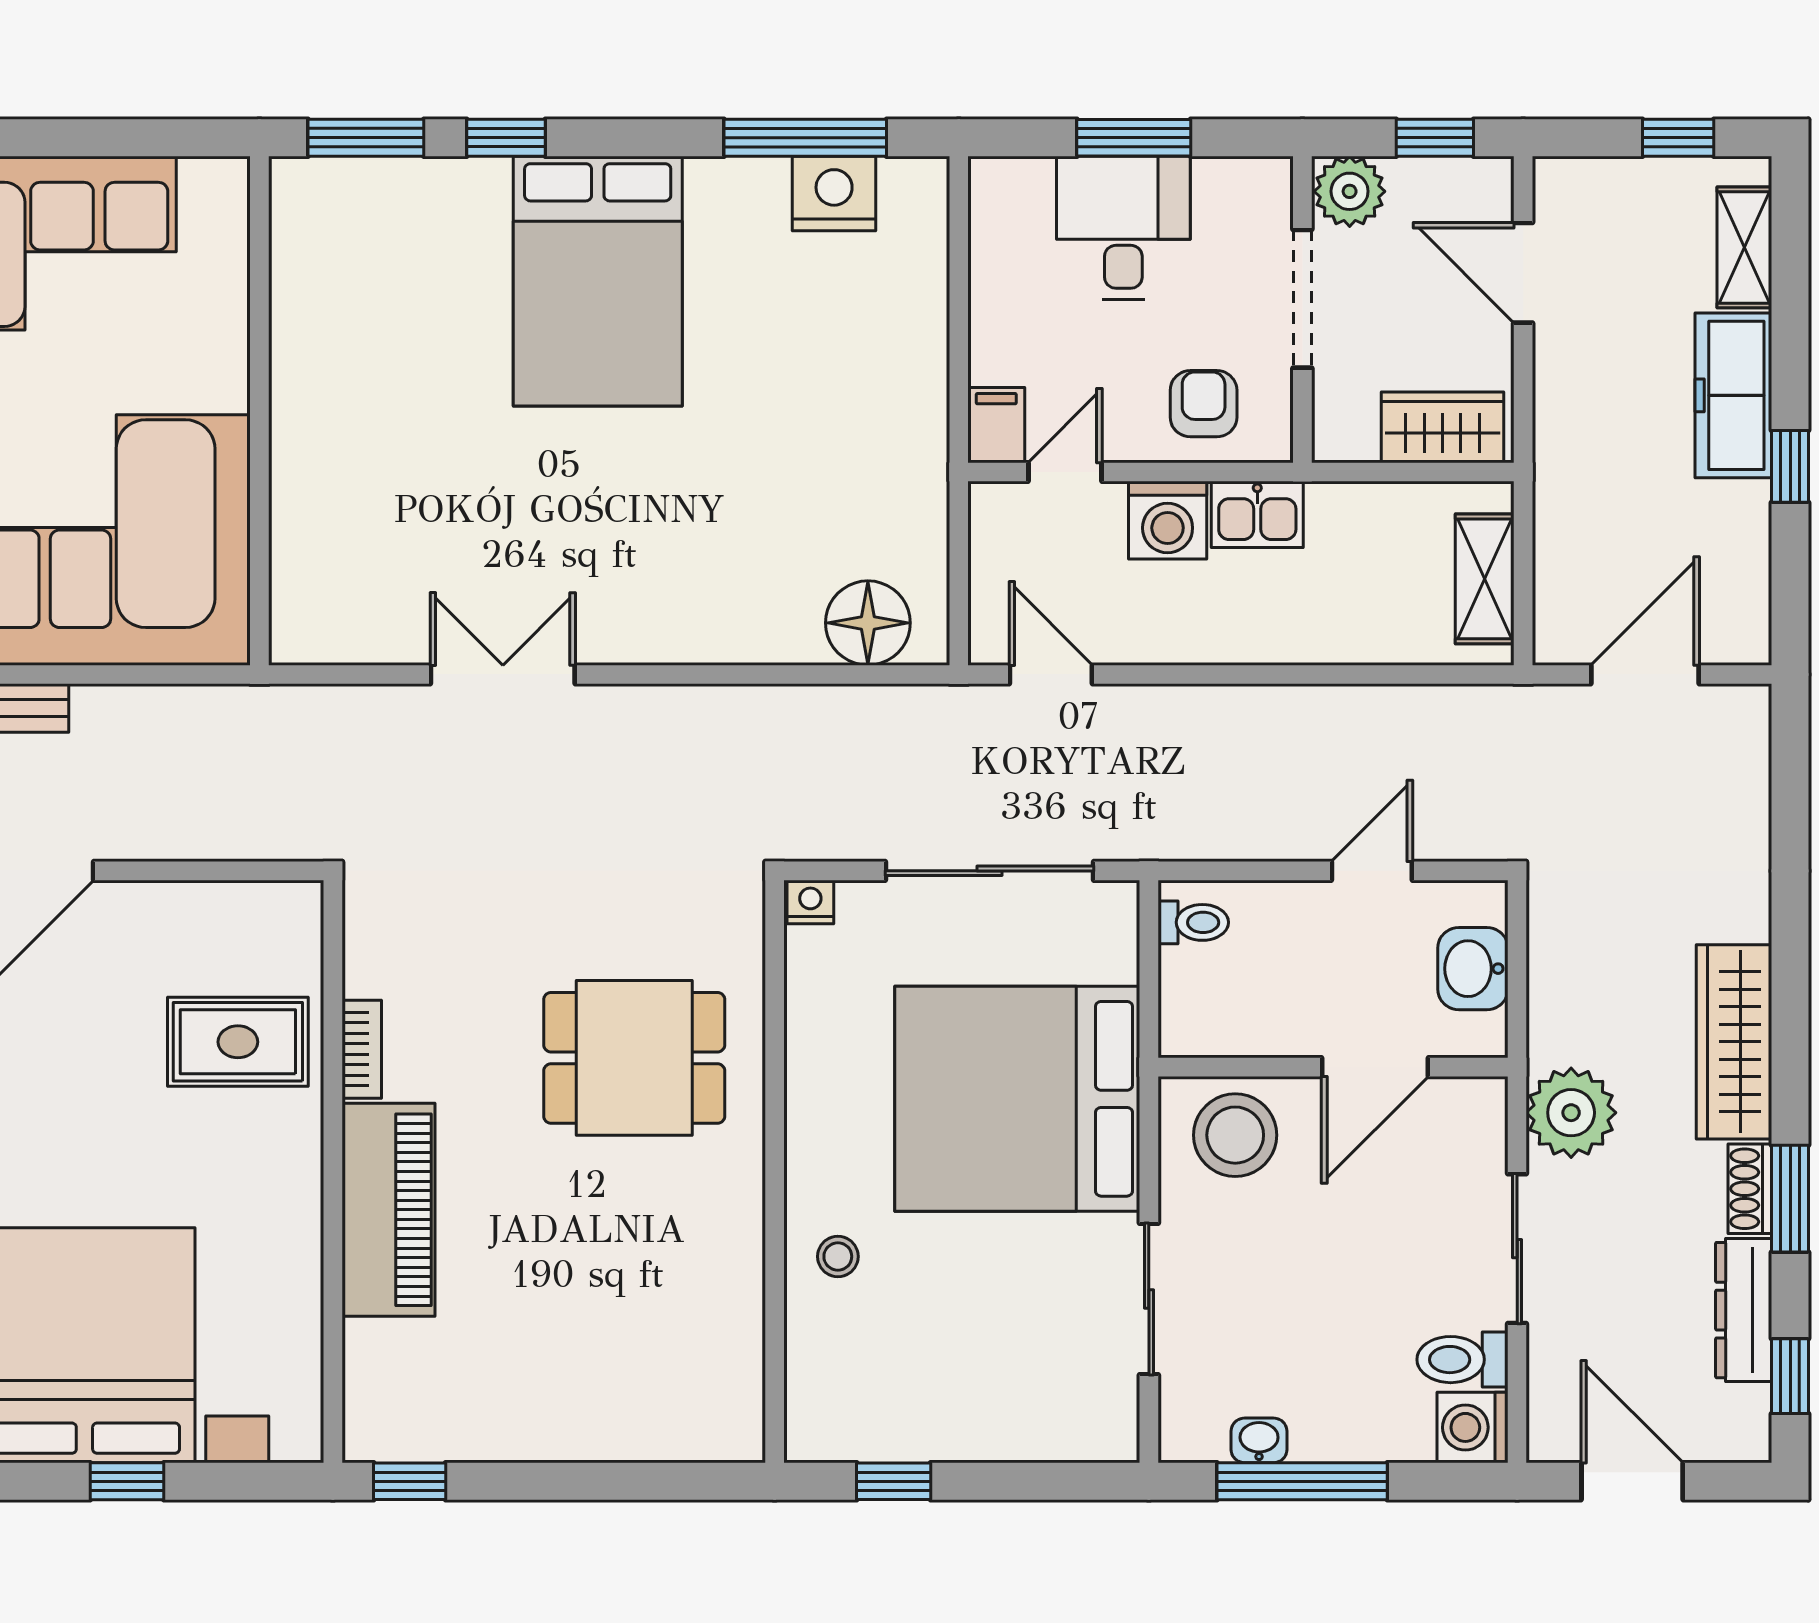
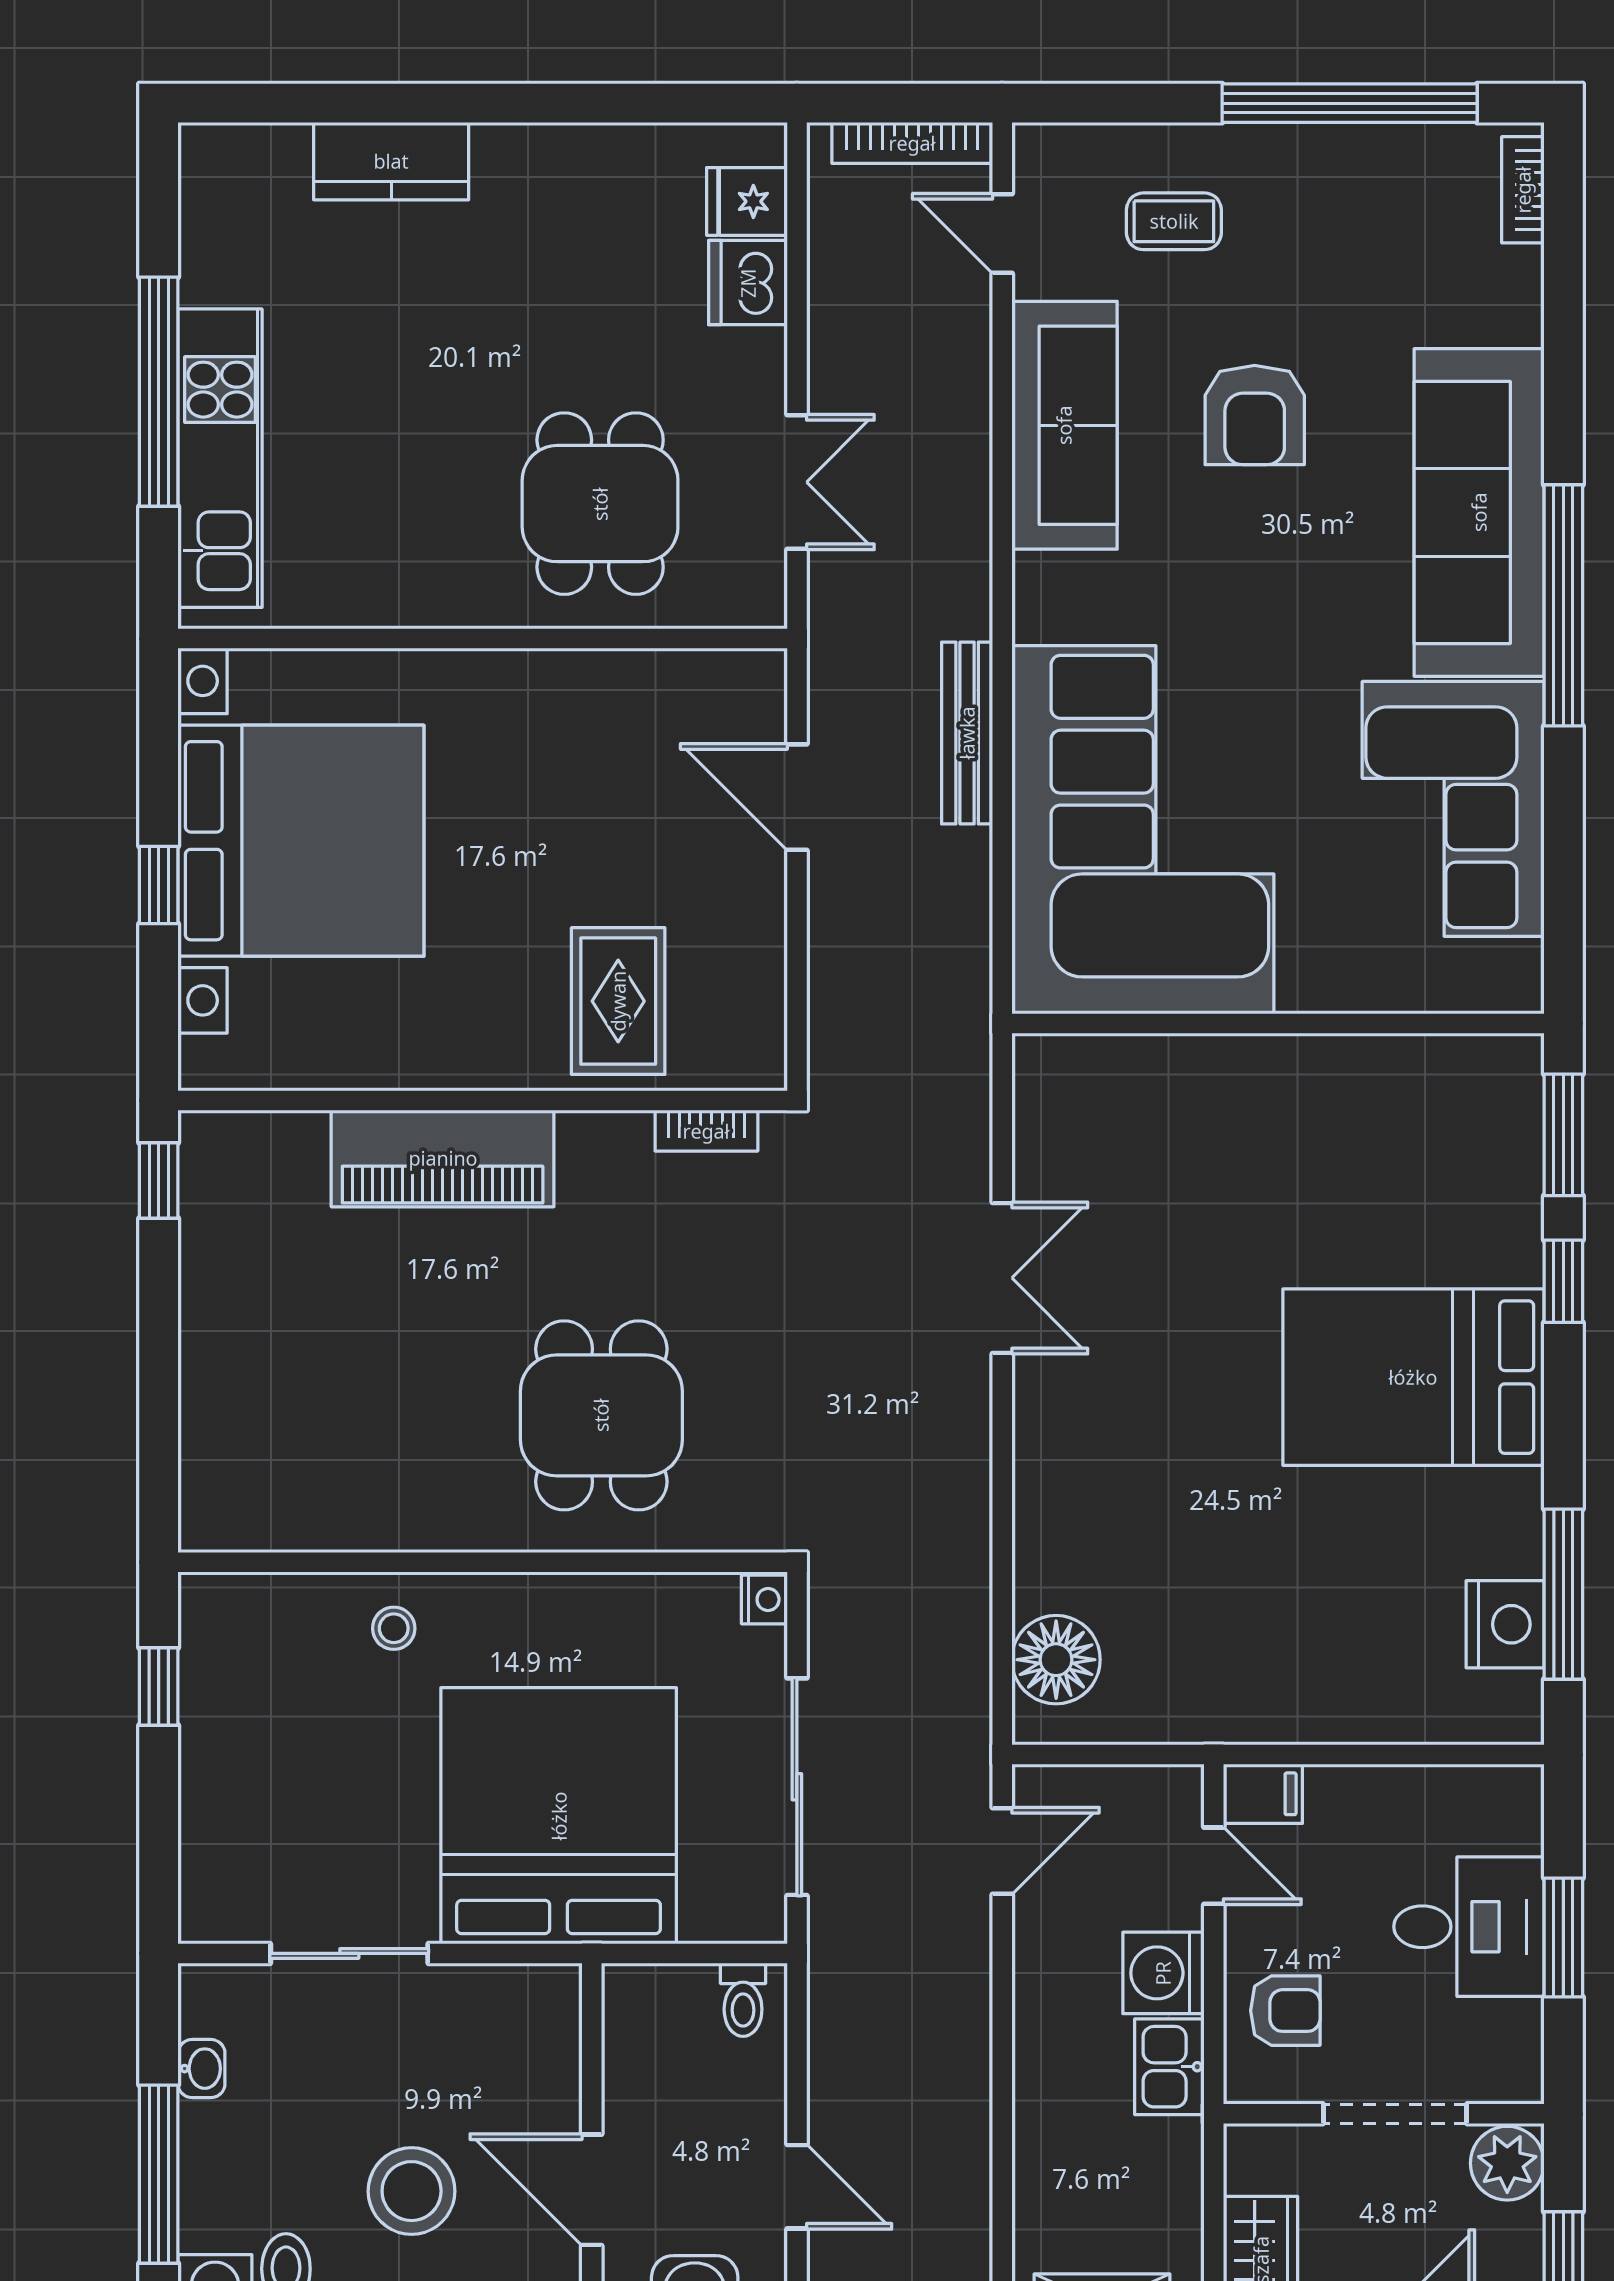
bookcase: (362, 1049) -> (706, 1131), moved
stool: (1235, 1135) -> (412, 2191), moved
window: (1302, 1481) -> (159, 2174), moved

